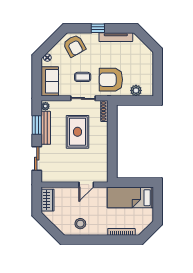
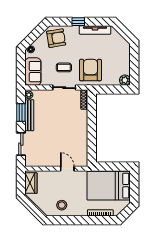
armchair: (74, 46) -> (56, 38), turned -70
armchair: (111, 80) -> (90, 70), turned 90
plant: (136, 90) -> (125, 80), moved
rug: (78, 132) -> (59, 119), removed
door: (86, 185) -> (67, 169), swing flipped
bed: (130, 198) -> (109, 186), width x1.50

